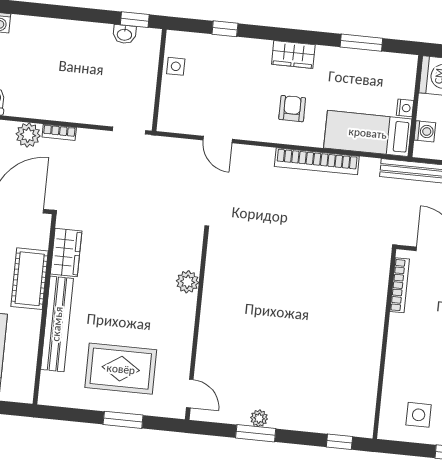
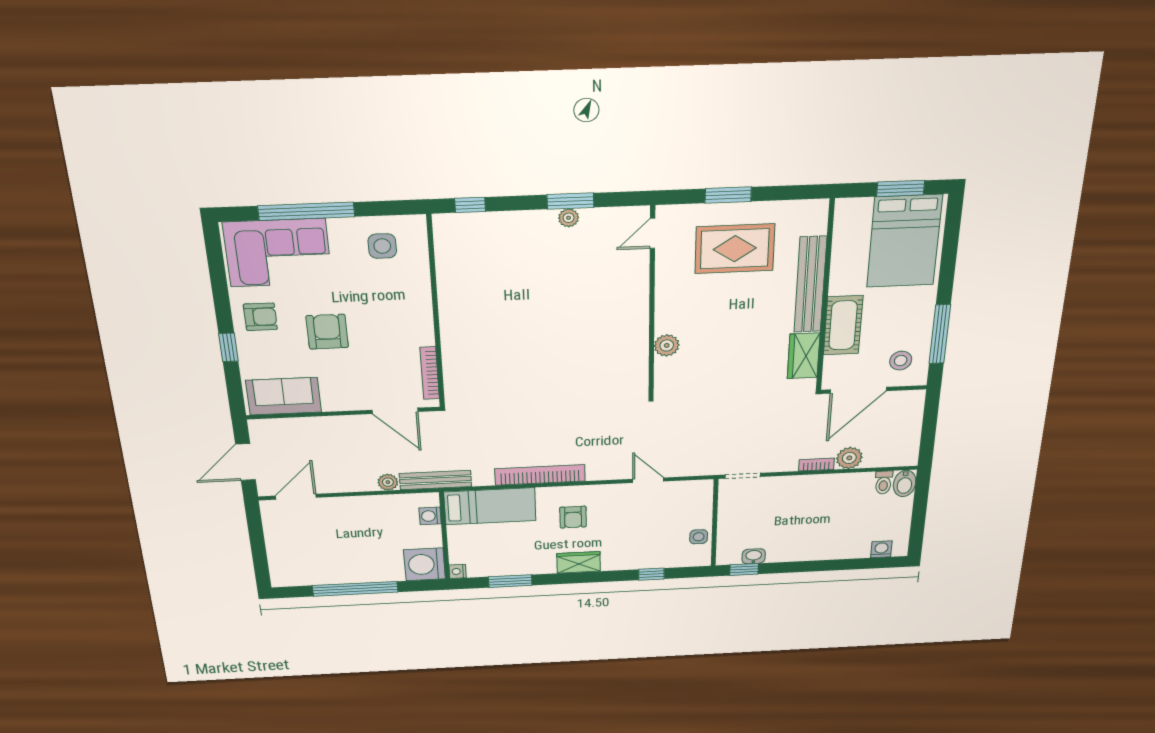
nightstand: (405, 108) -> (458, 571), moved
door: (190, 394) -> (653, 233), hinge flipped

